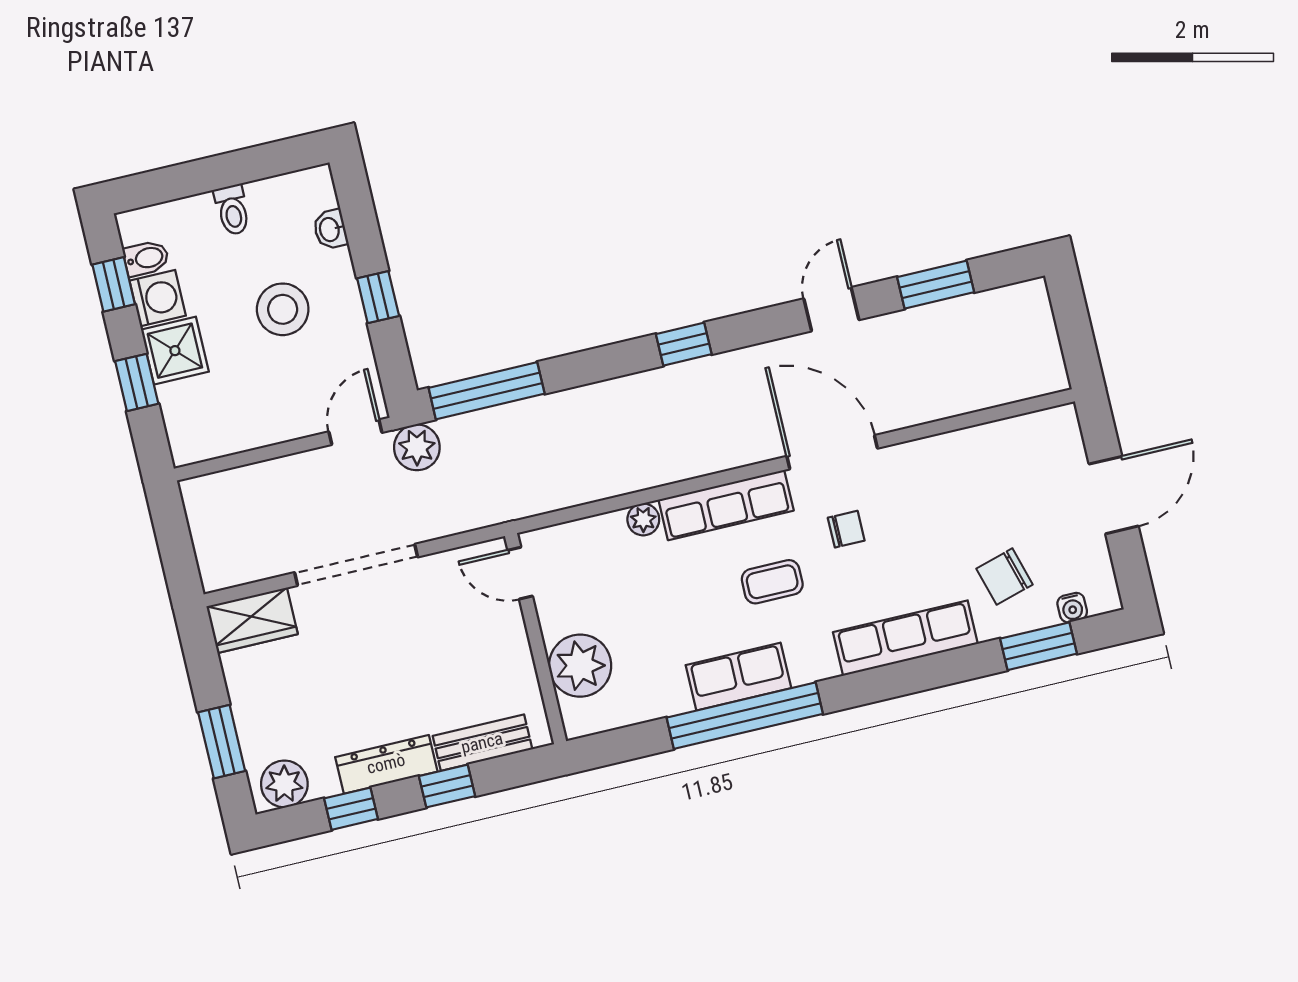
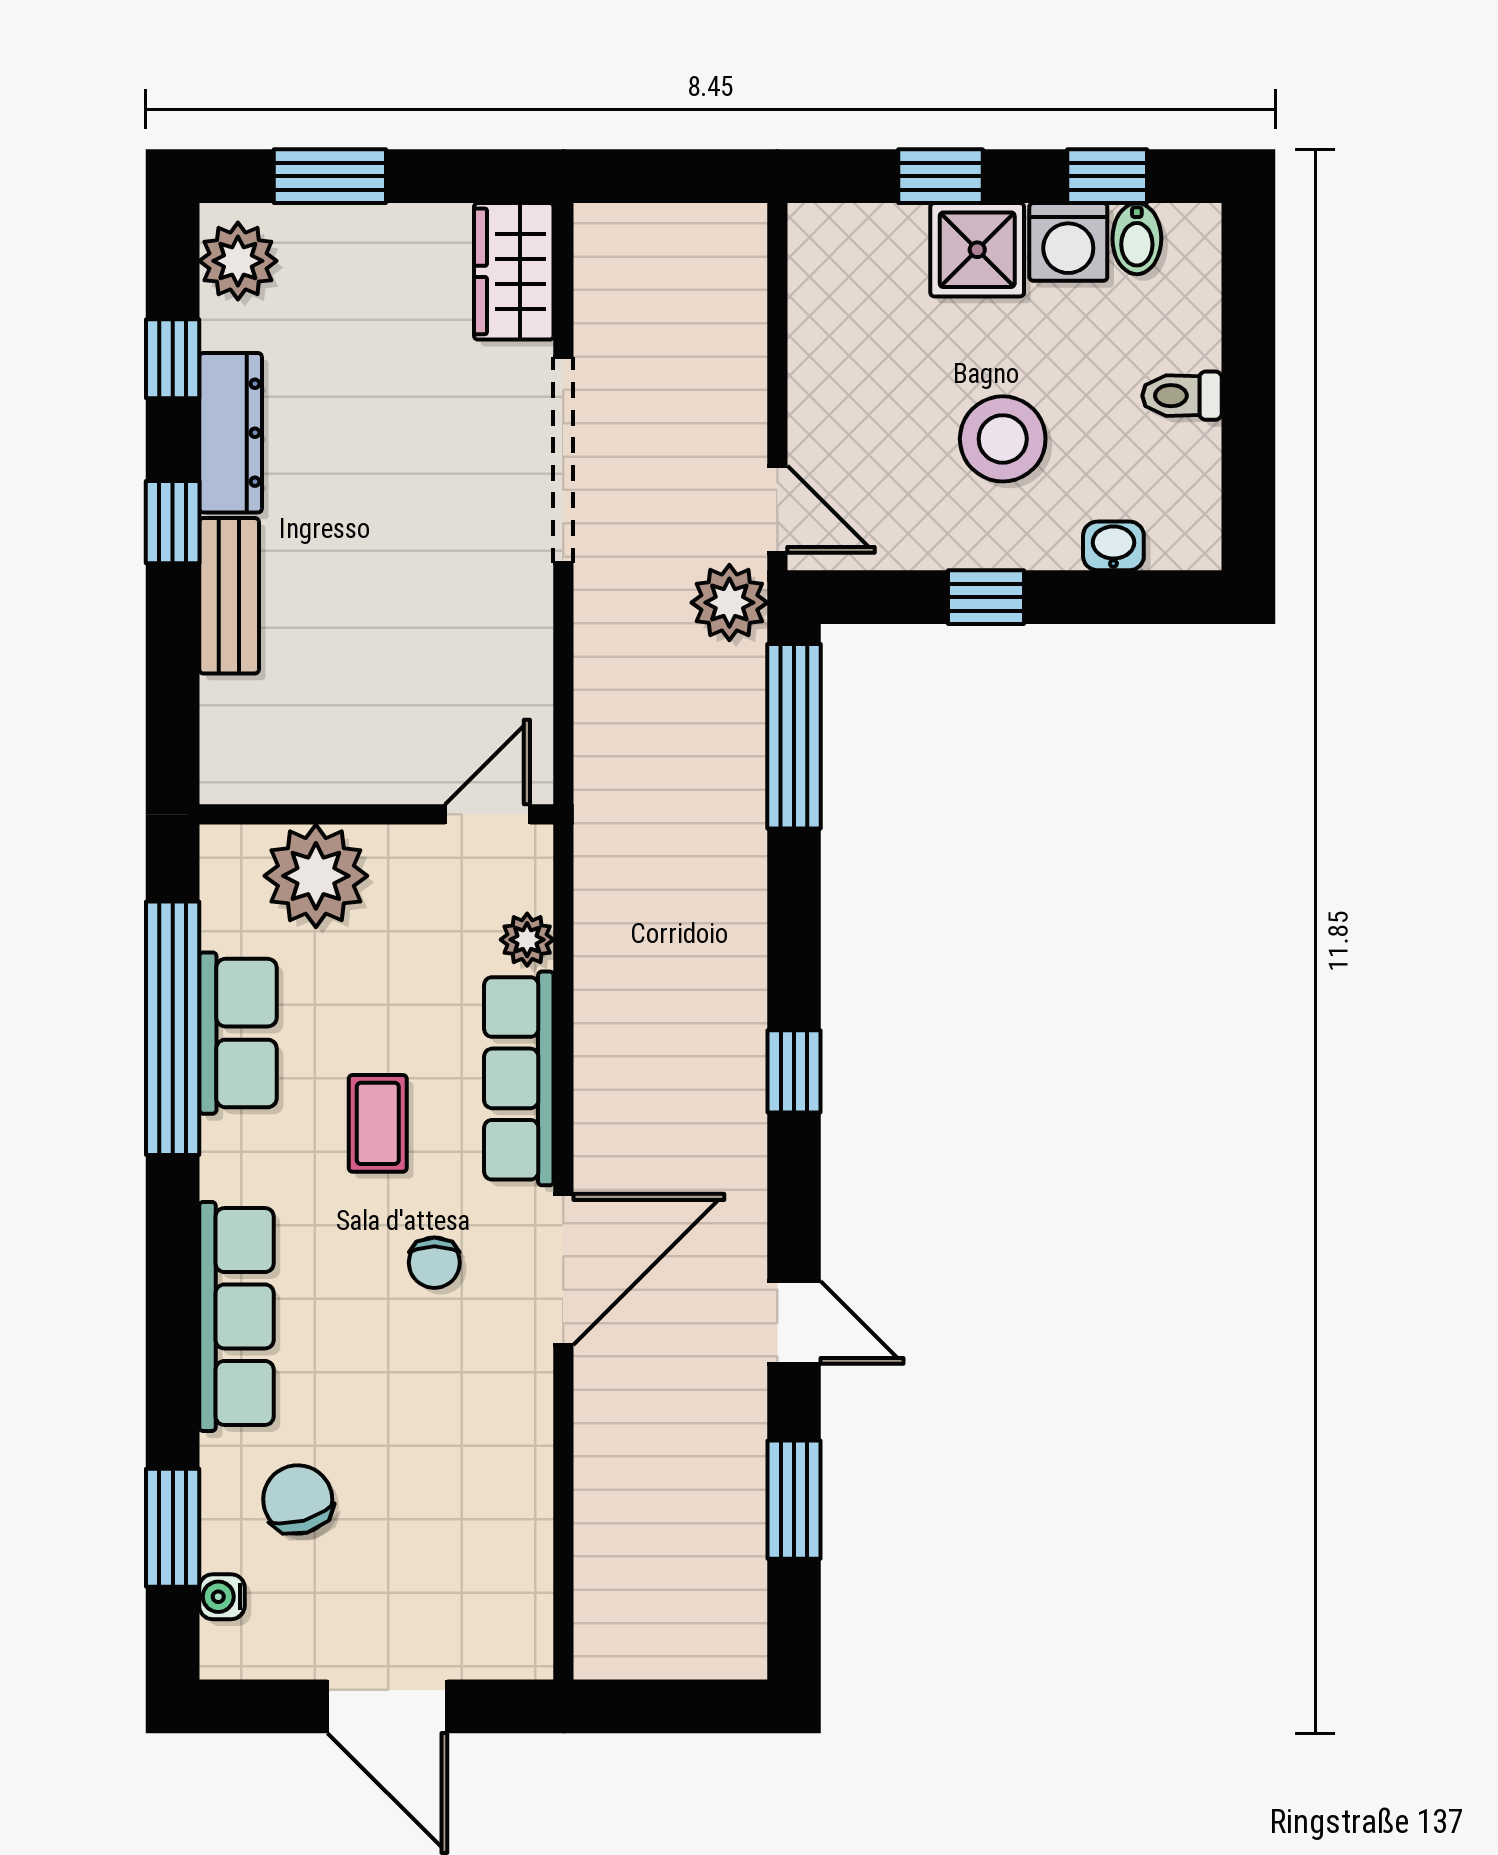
door: (520, 573) -> (488, 814), moved
wall: (536, 639) -> (376, 814), moved
plant: (580, 666) -> (316, 876), moved

